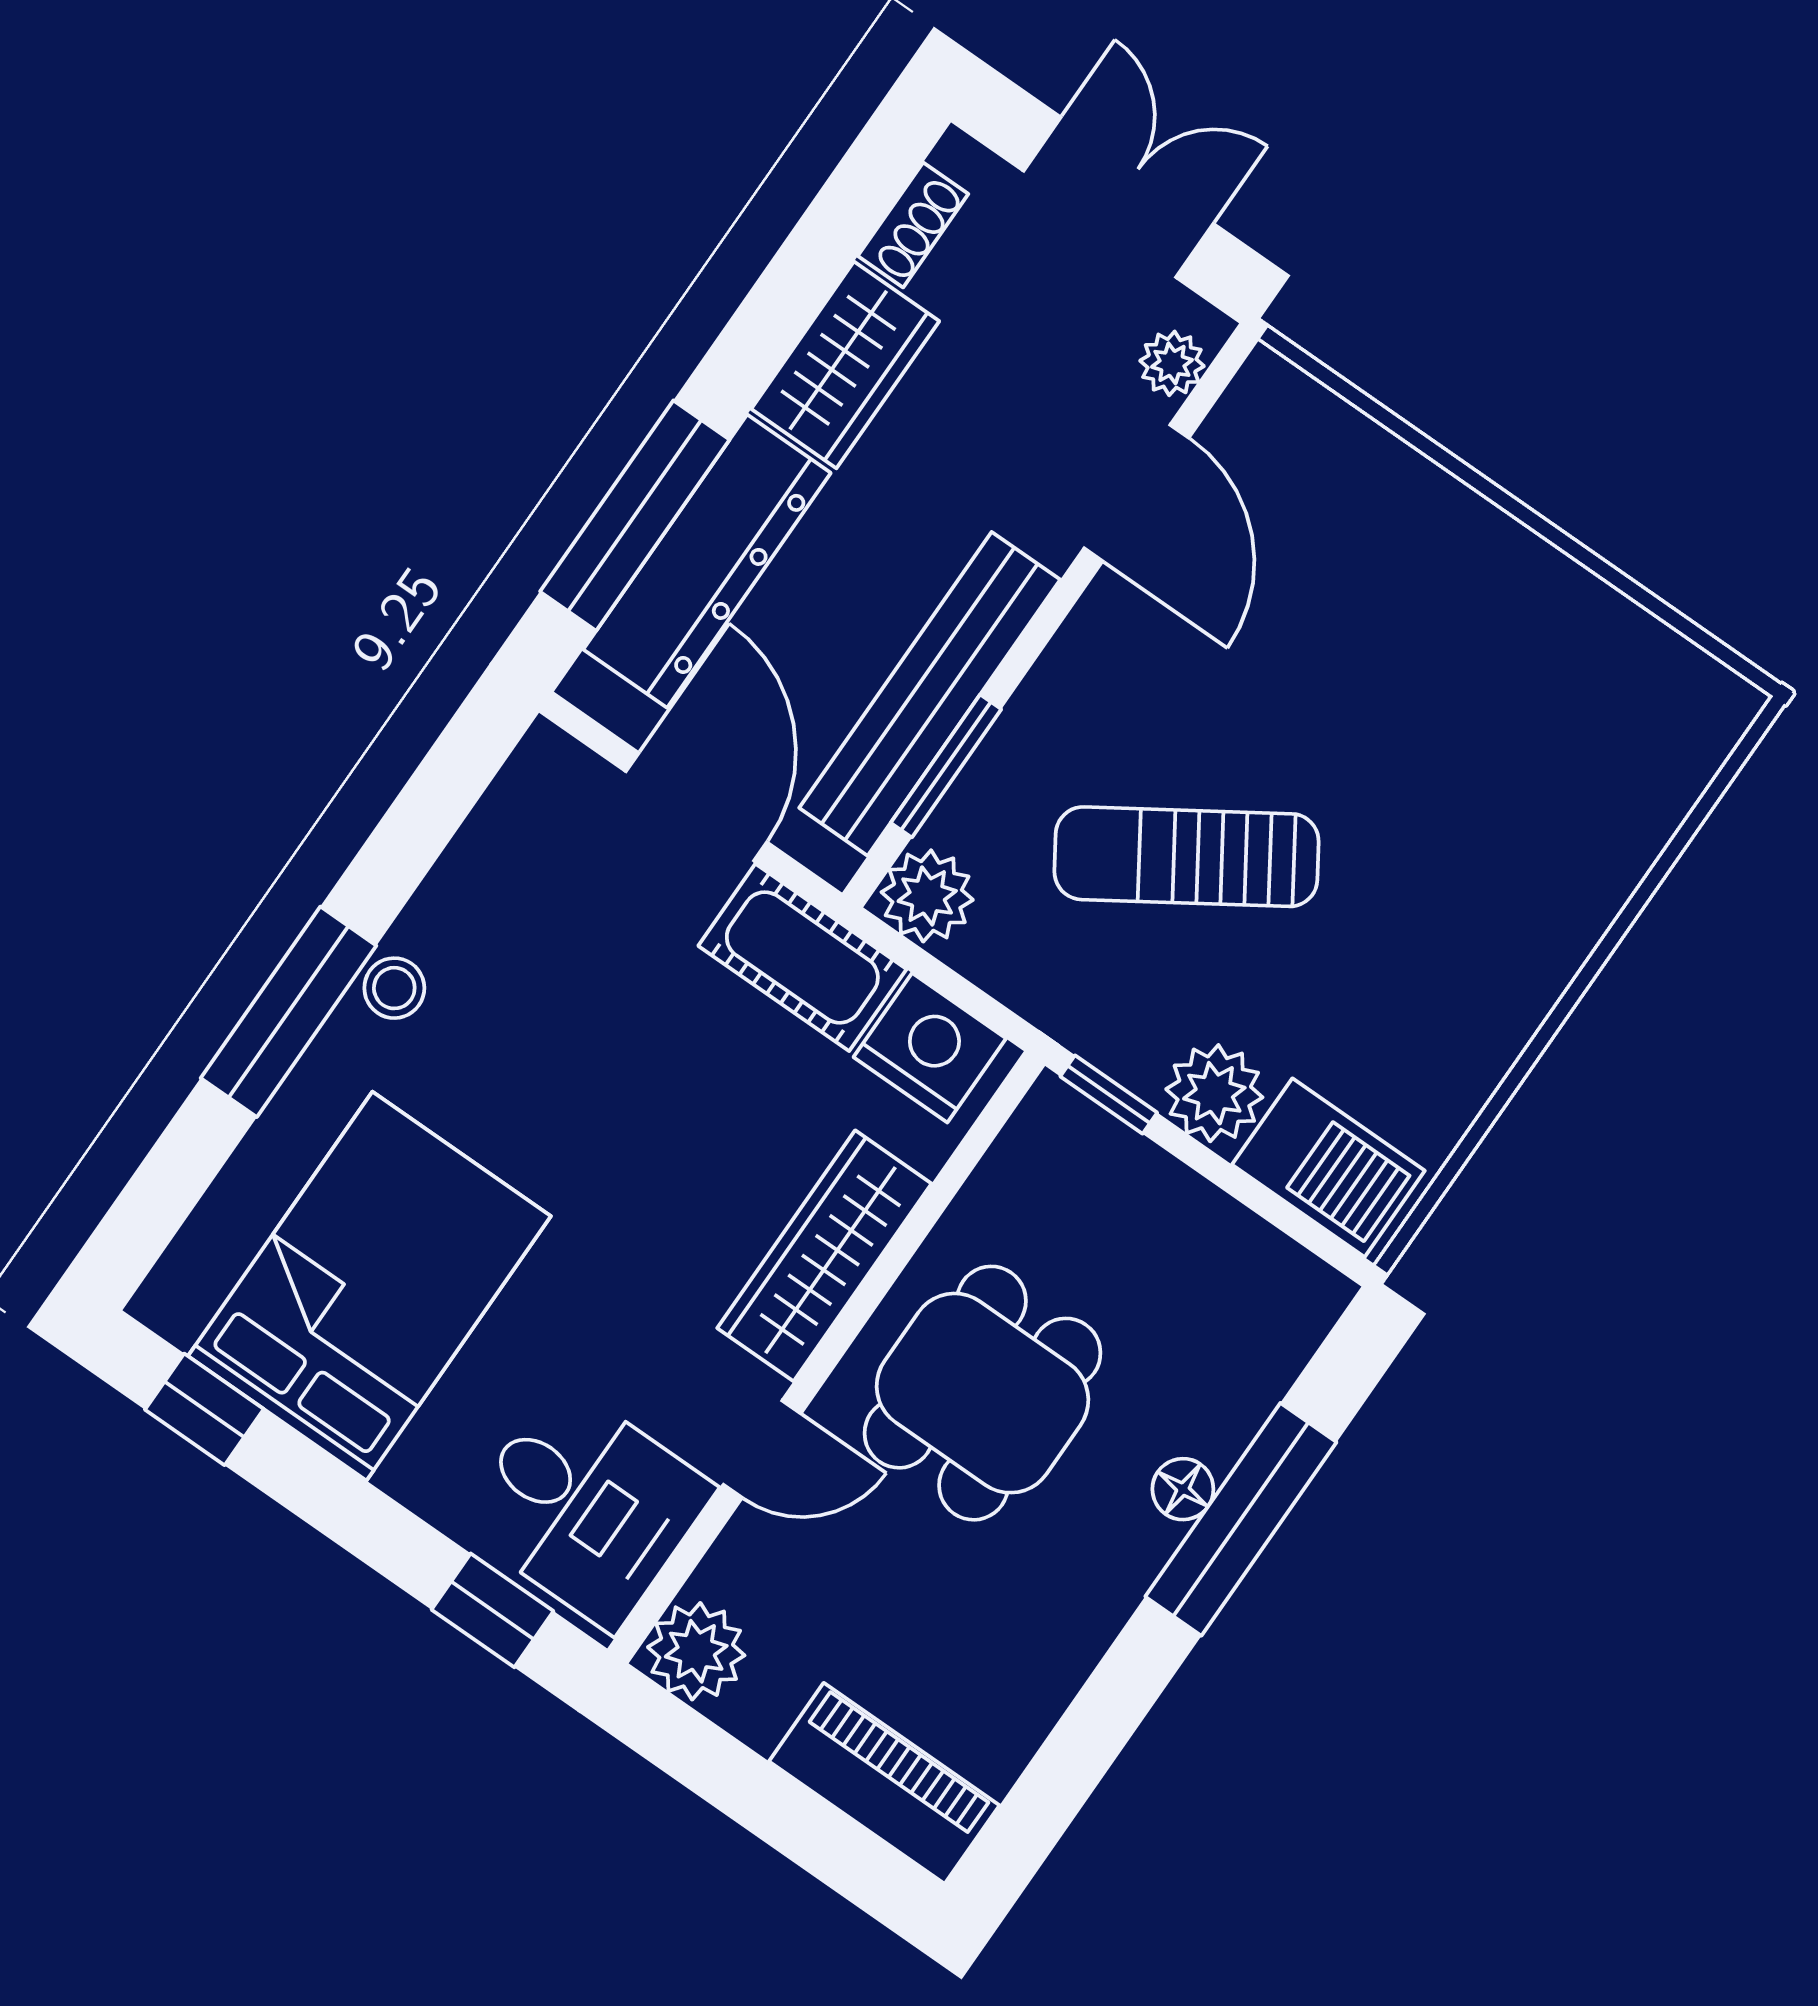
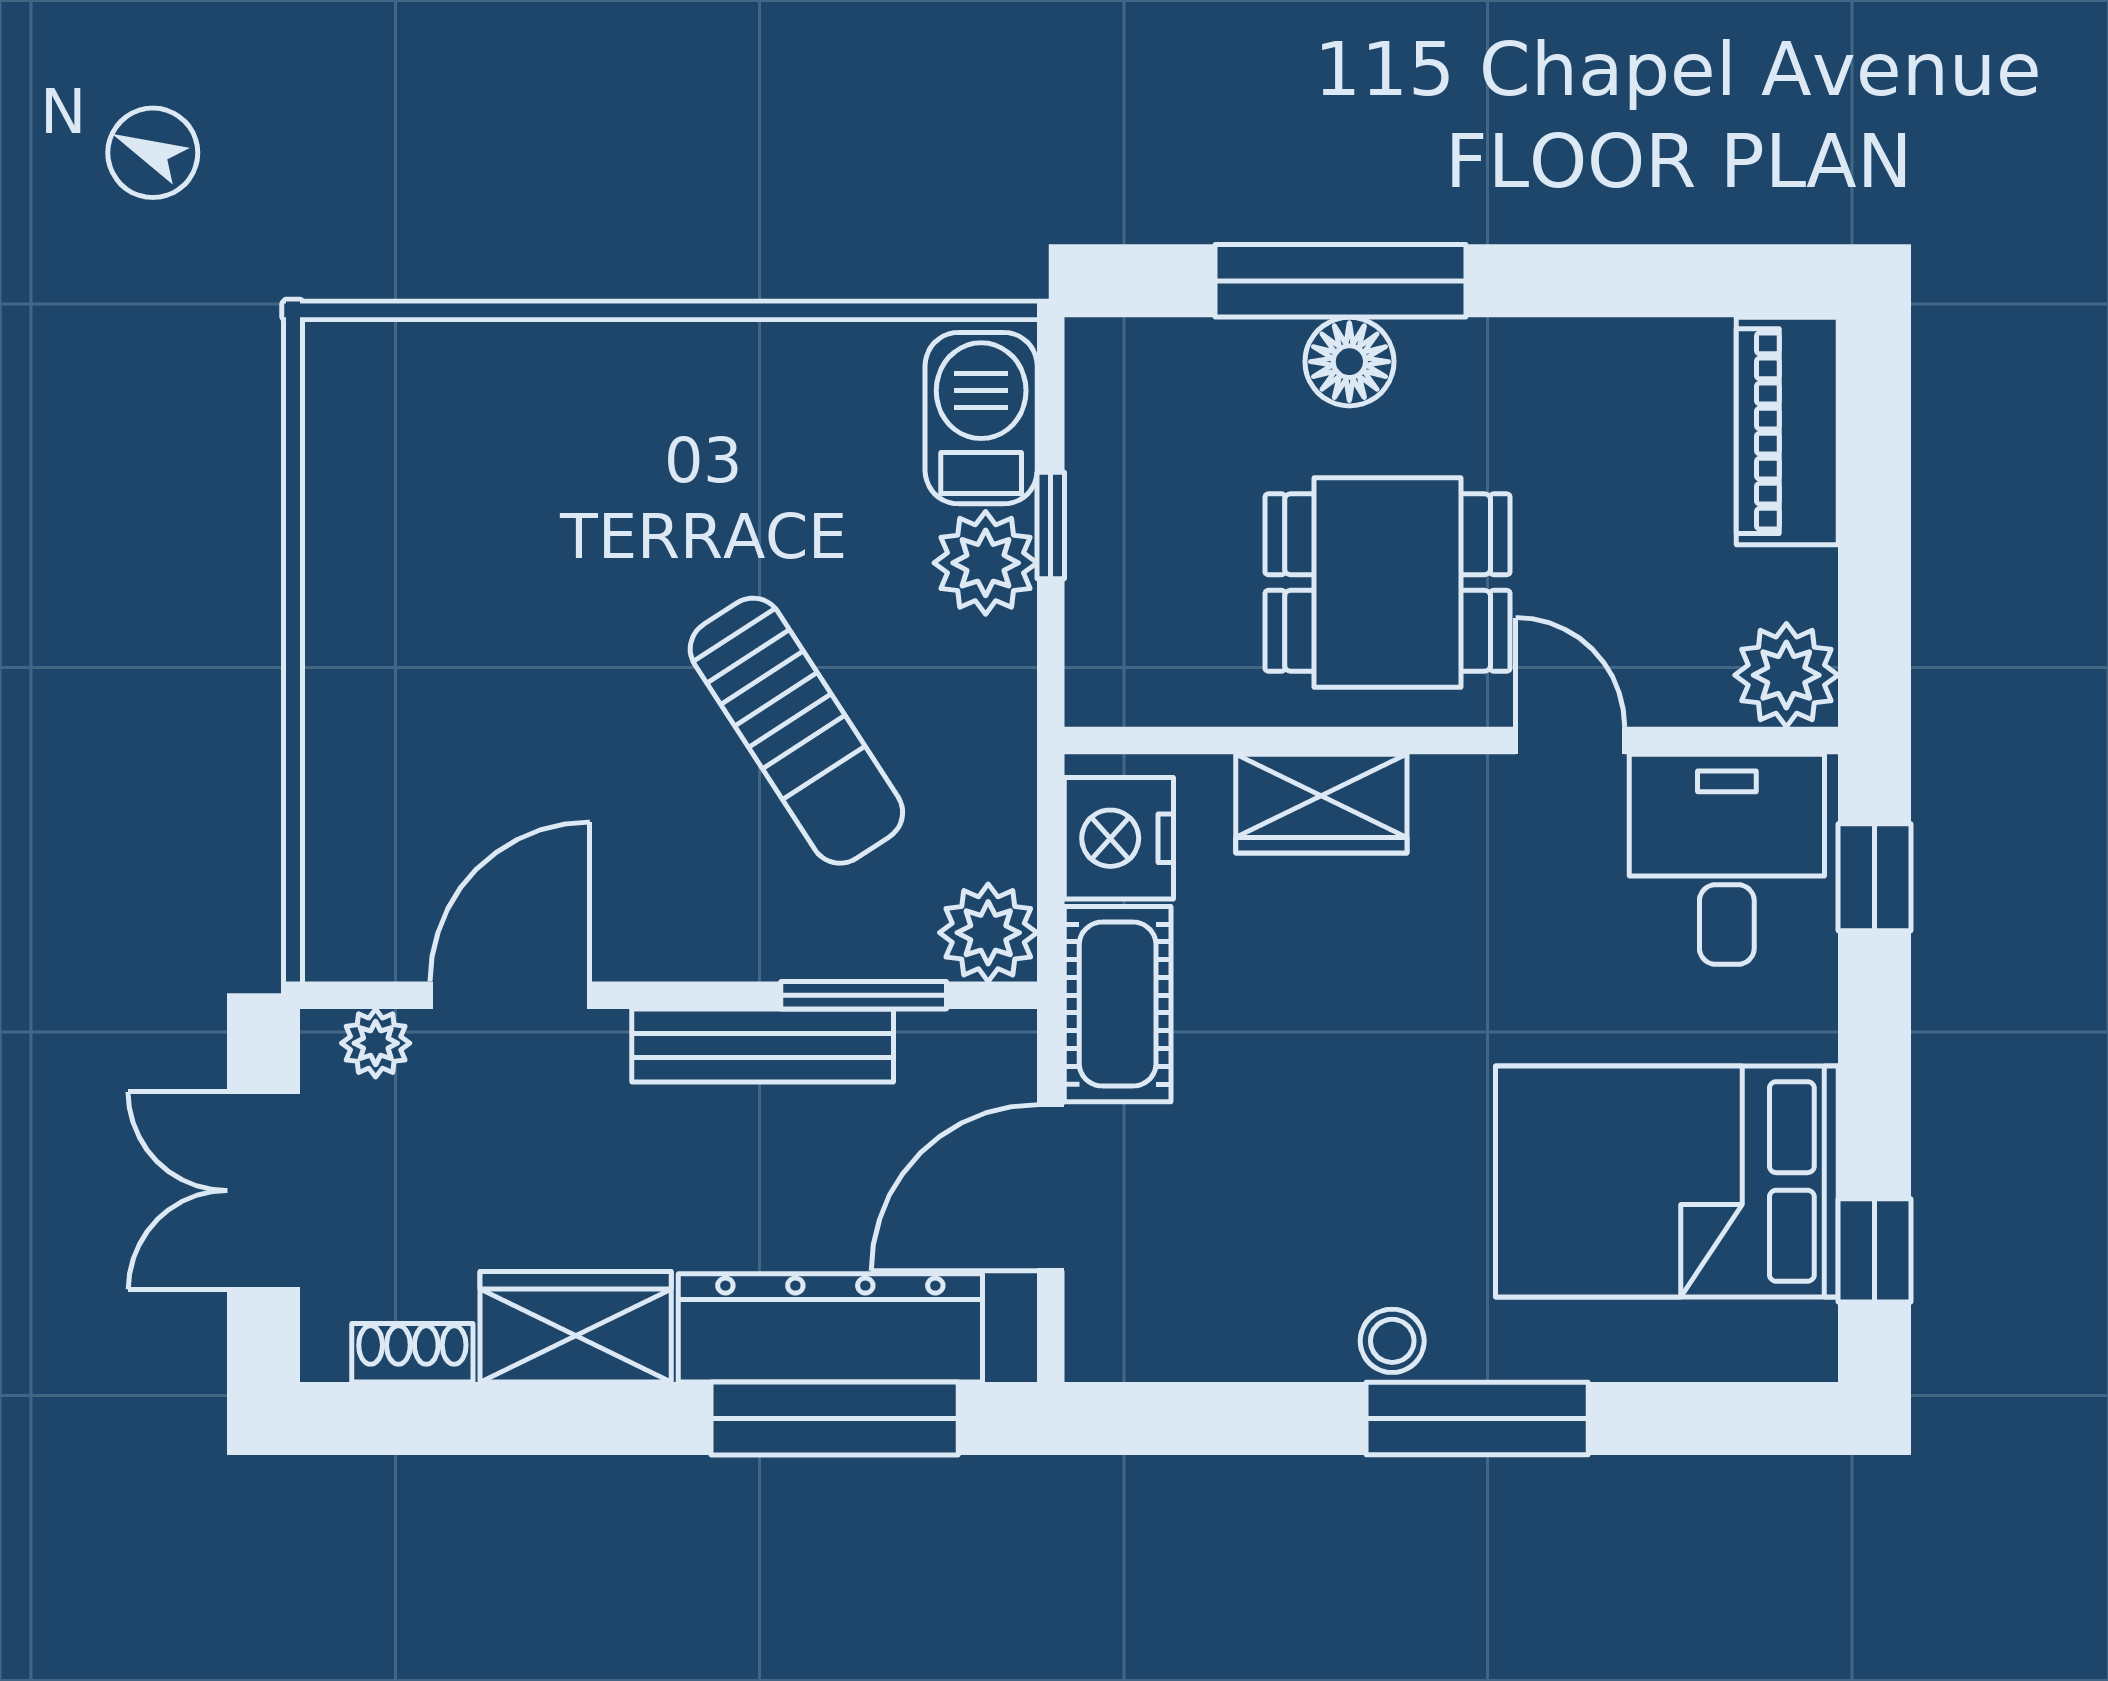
bench: (930, 694) -> (763, 1046), width x0.73, depth x0.82
window: (1109, 1094) -> (1051, 525), moved
wardrobe: (824, 1256) -> (1321, 804), width x0.67
floor lamp: (1183, 1489) -> (1349, 362), width x1.37, depth x1.37

